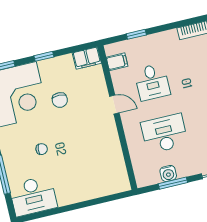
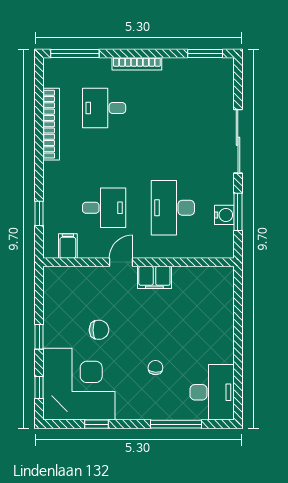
filing cabinet: (87, 58) -> (154, 277), moved, turned 90

